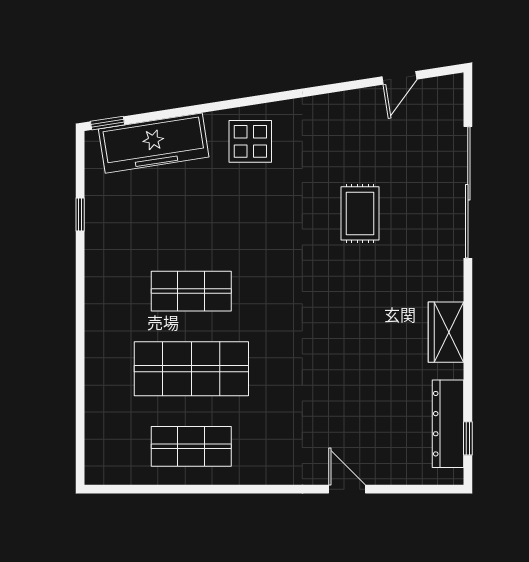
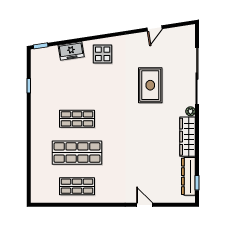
door: (399, 78) -> (155, 28), moved
freezer: (154, 143) -> (71, 51), width x0.52, depth x0.79
rug: (360, 213) -> (150, 85), width x1.36, depth x1.43
plant: (453, 274) -> (190, 111), added
wardrobe: (446, 332) -> (188, 137), width x1.50

